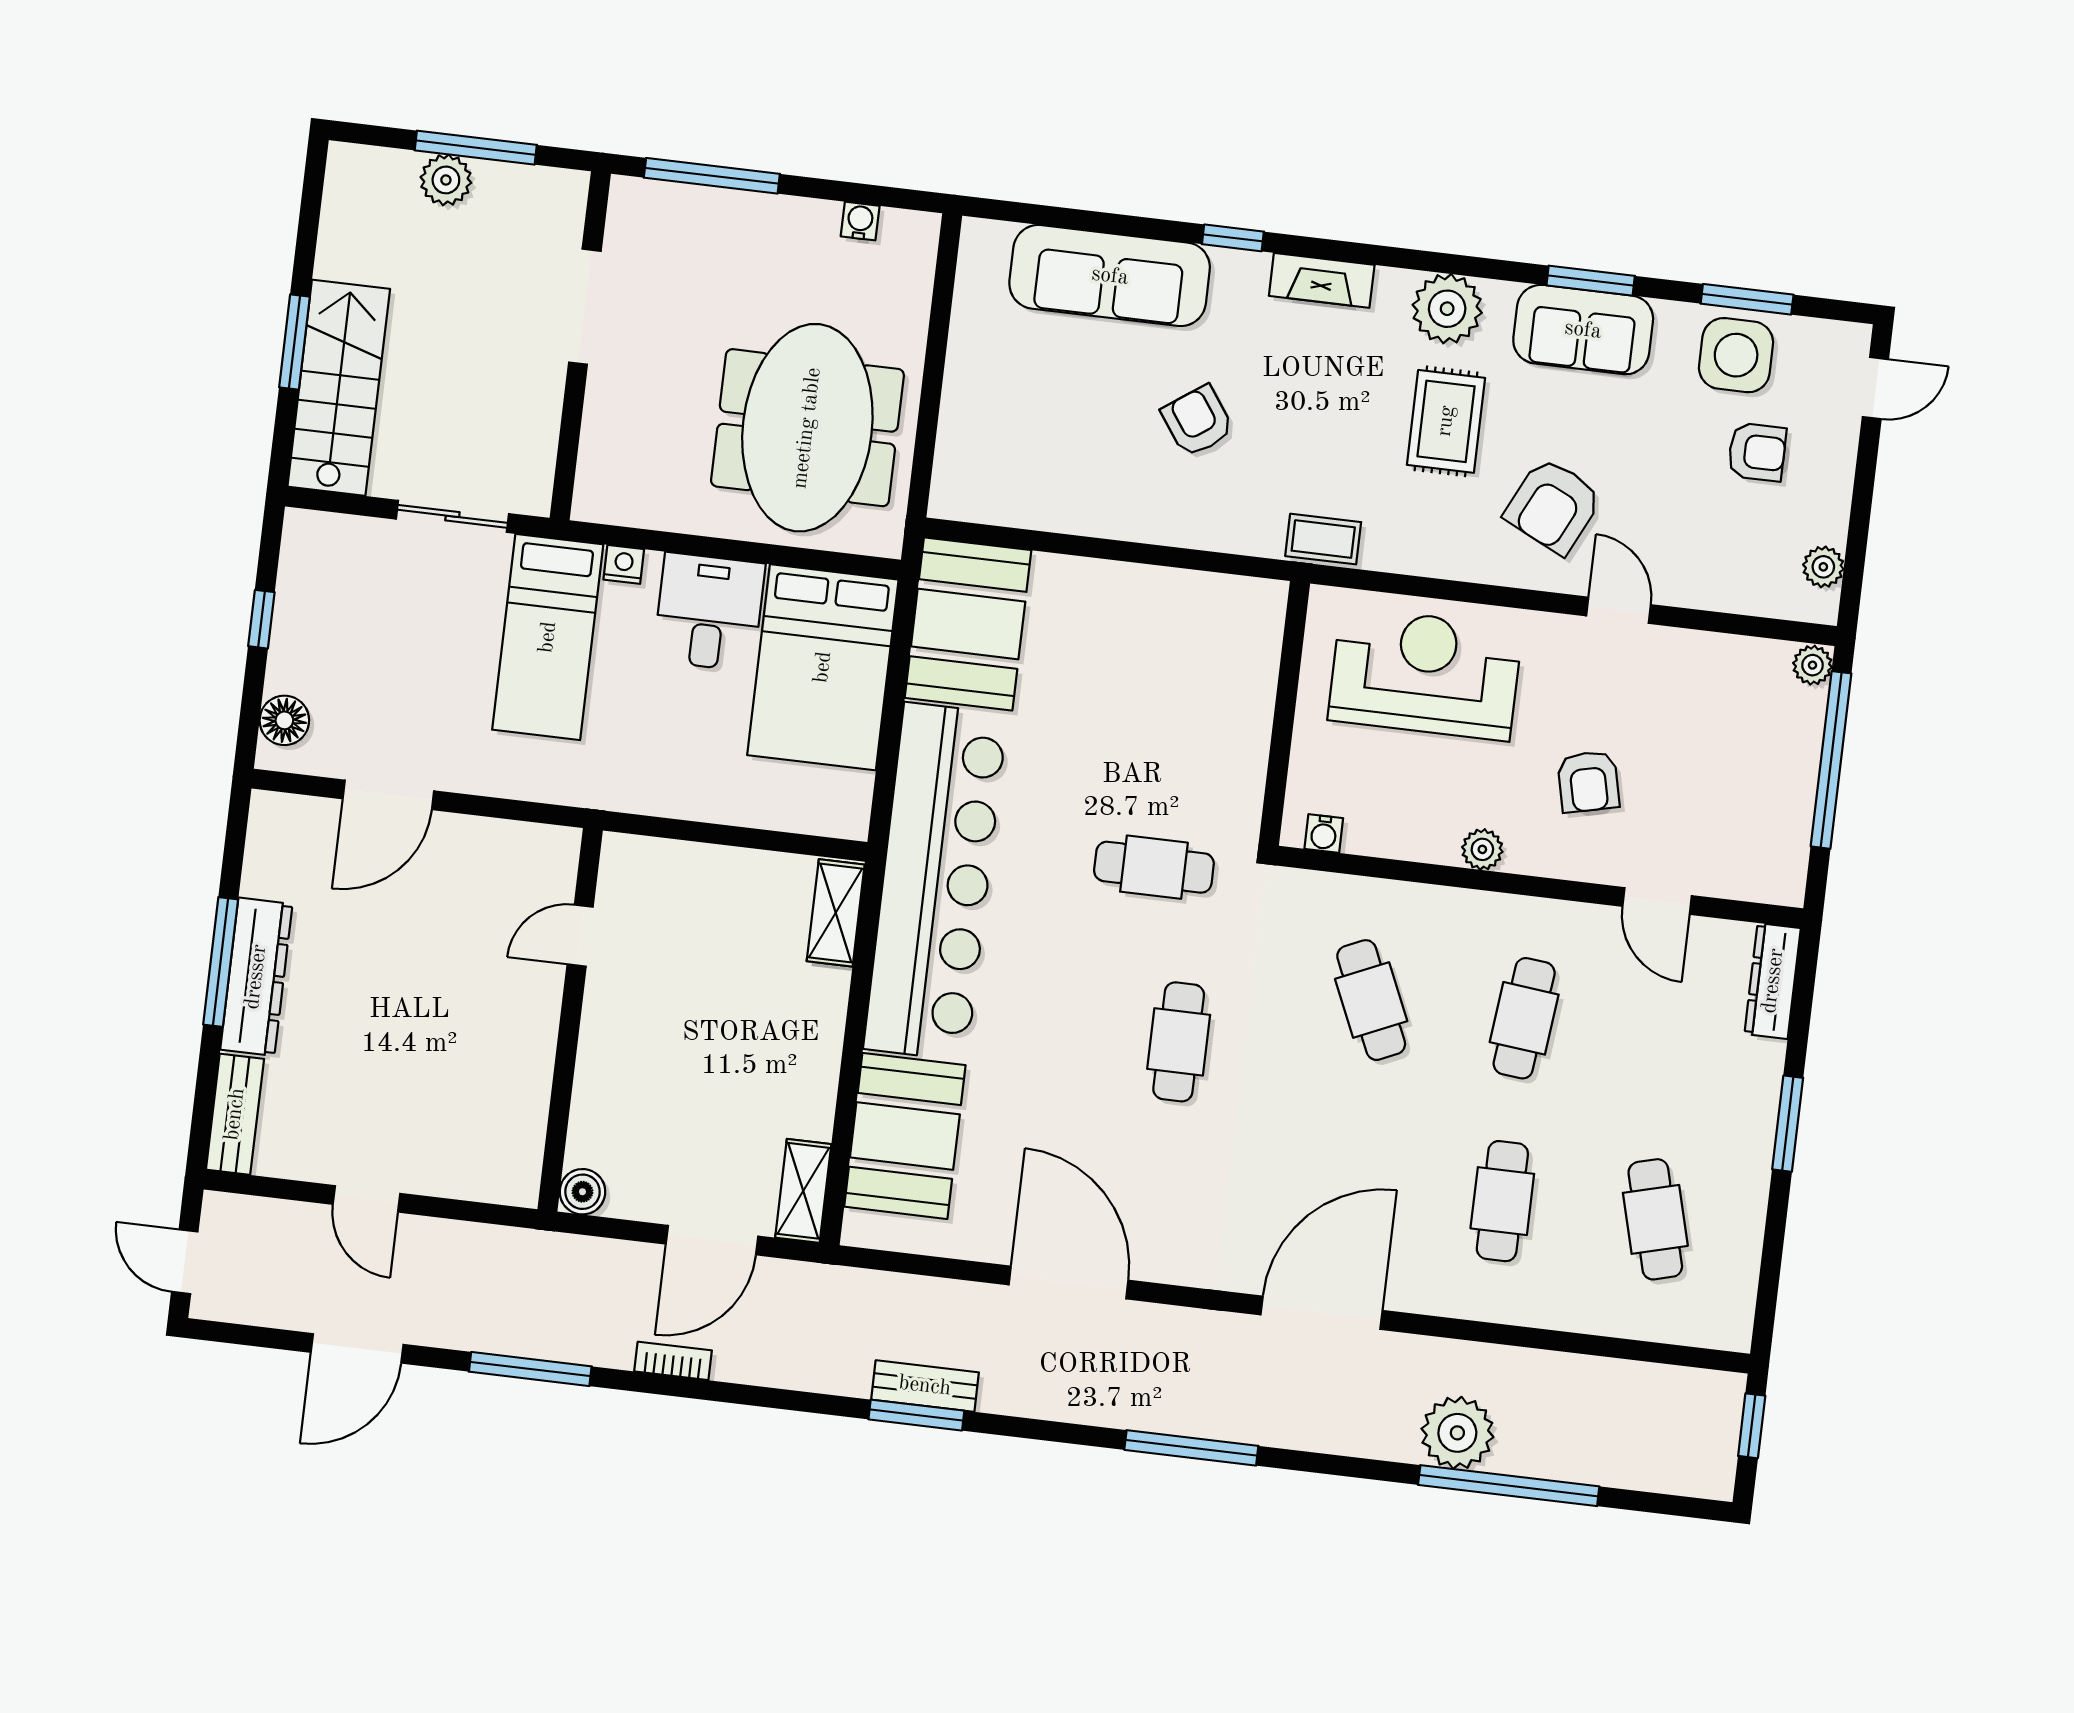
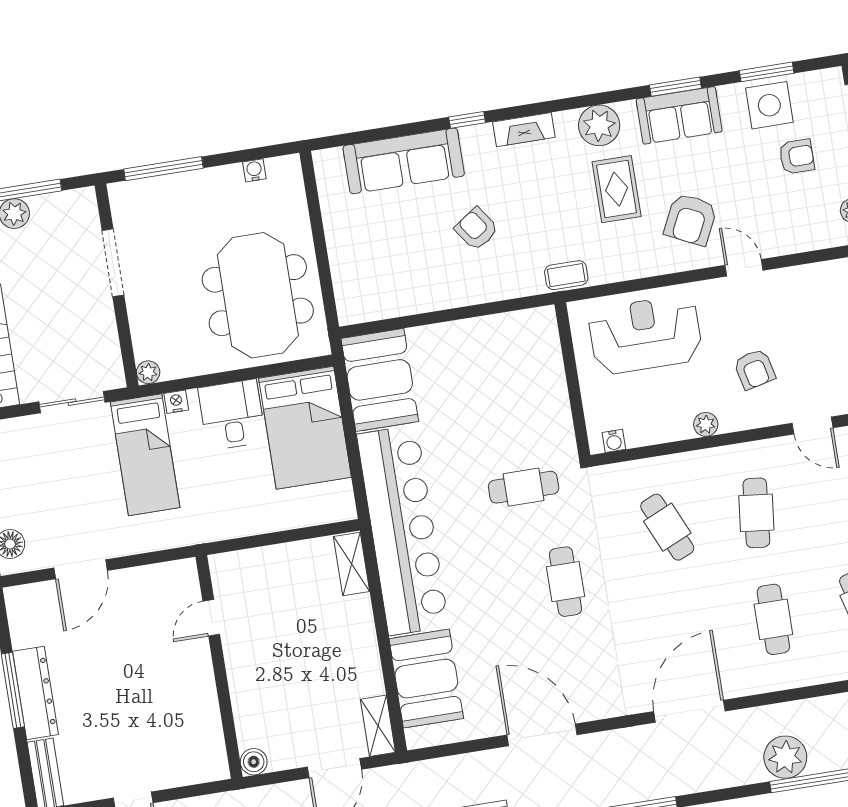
plant: (591, 503) -> (148, 372), added

